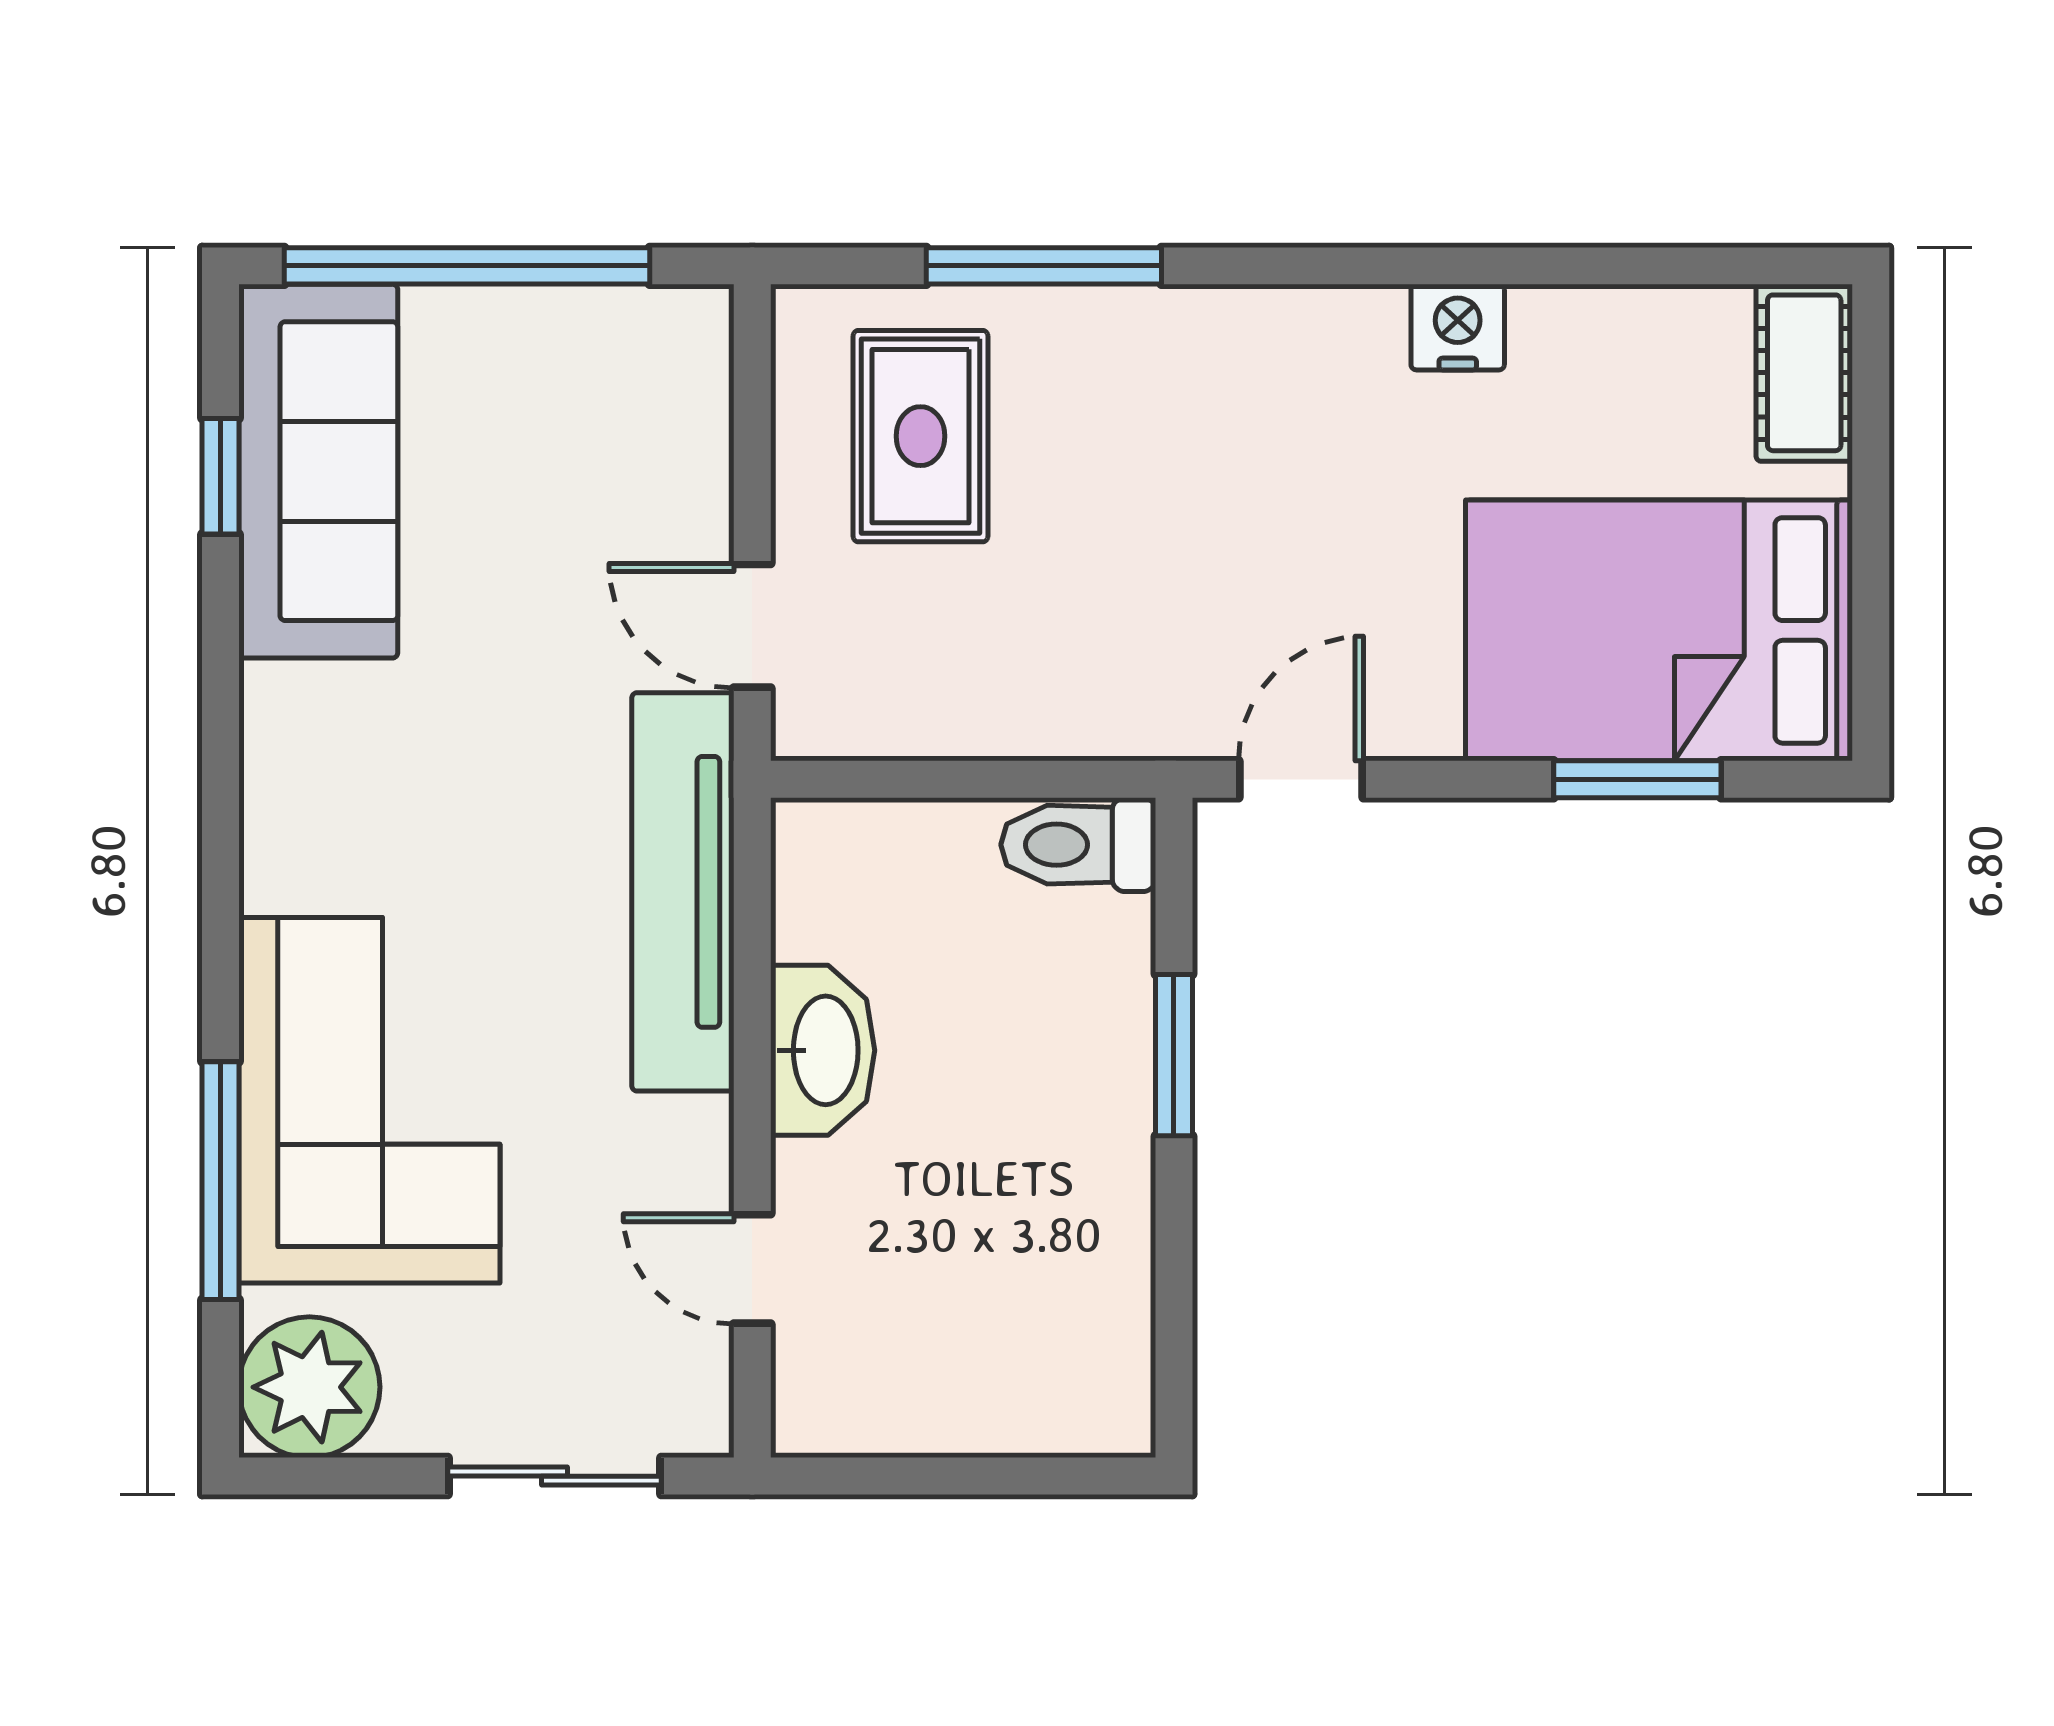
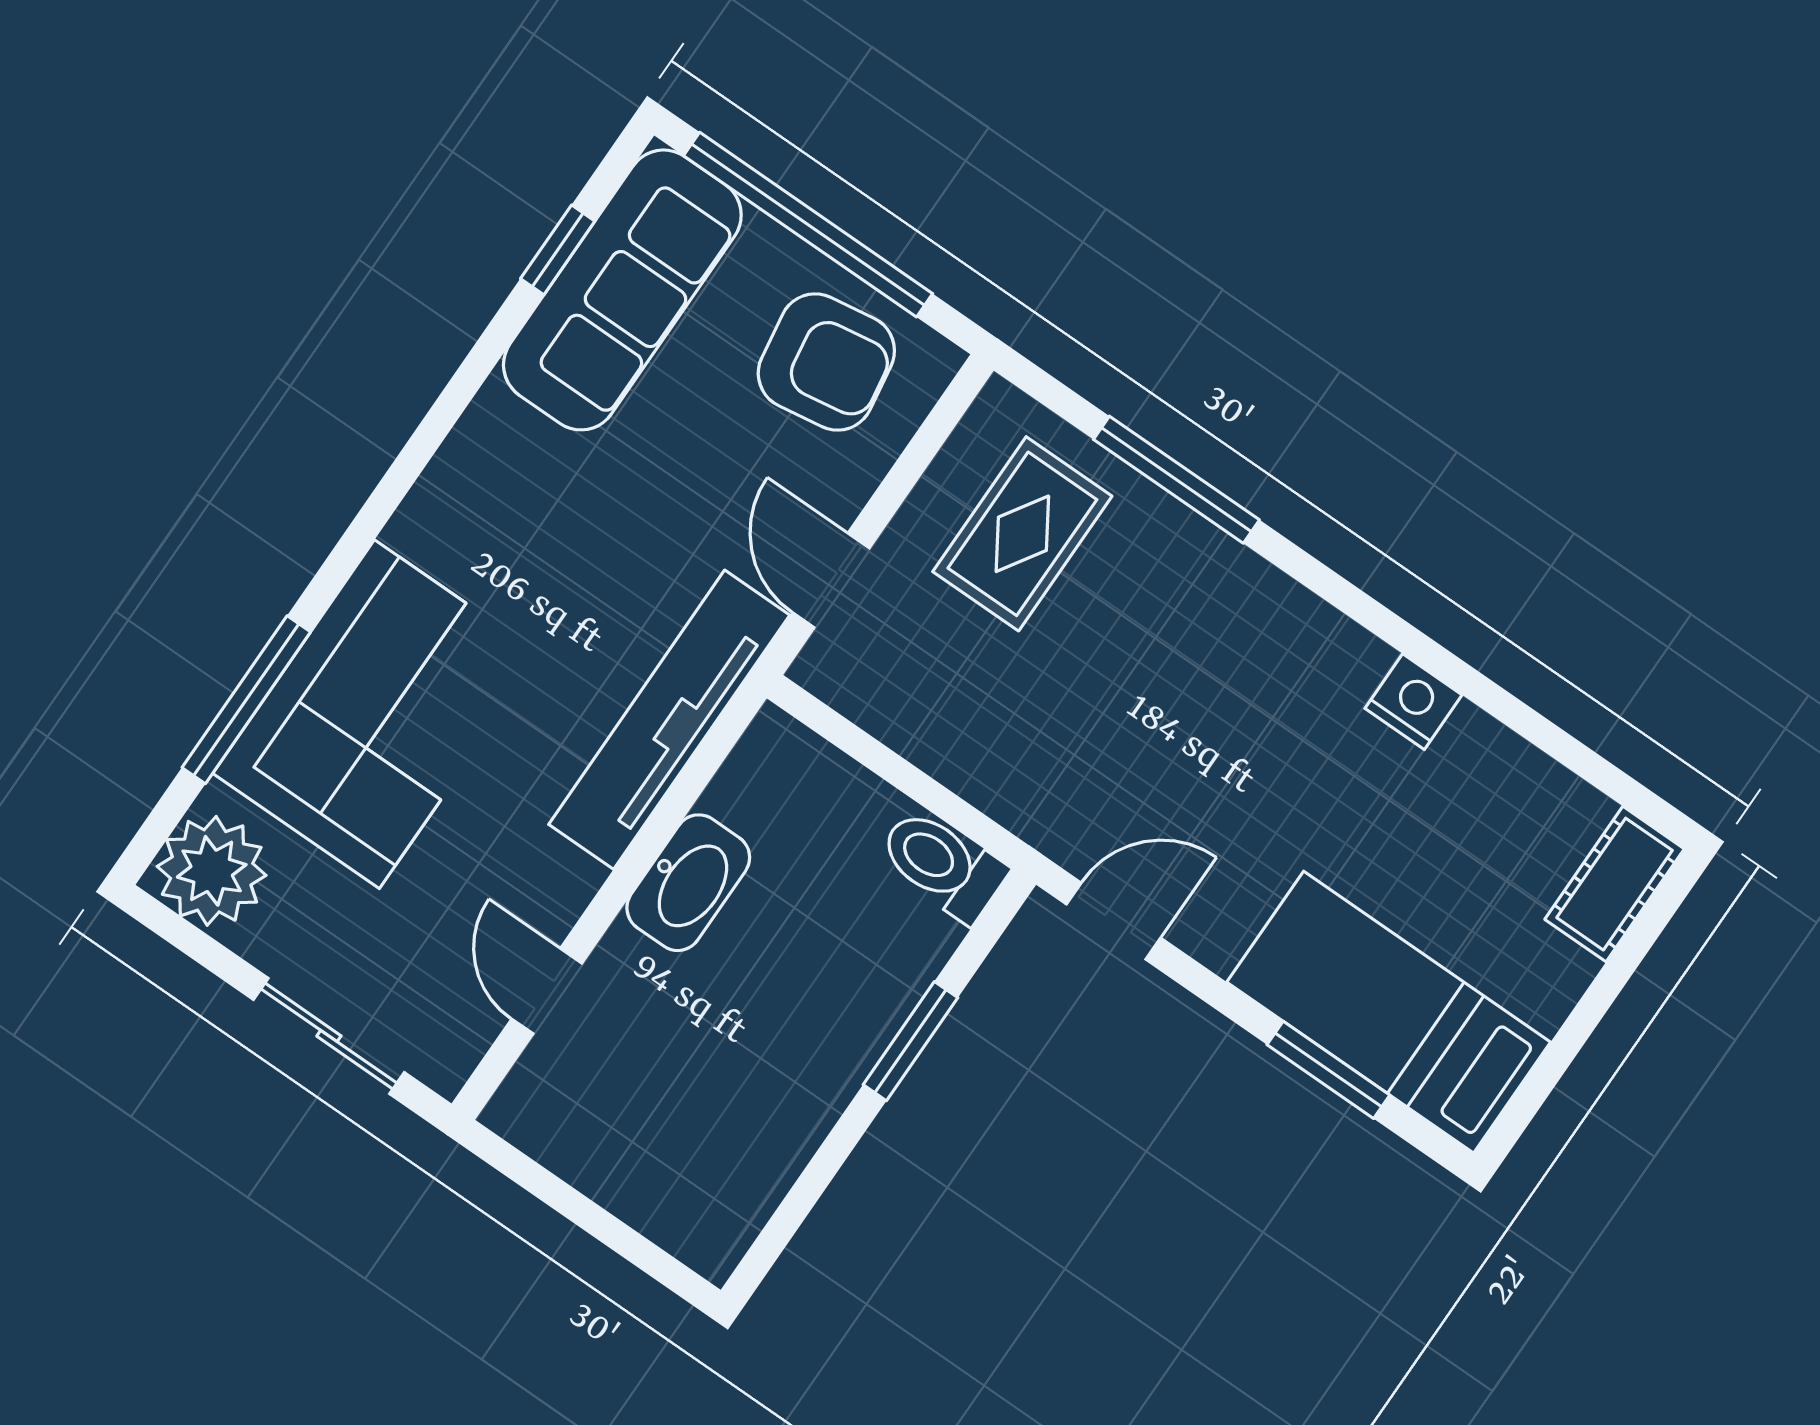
armchair: (587, 398) -> (826, 362), added
bed: (1659, 630) -> (1389, 1012), width x0.67

